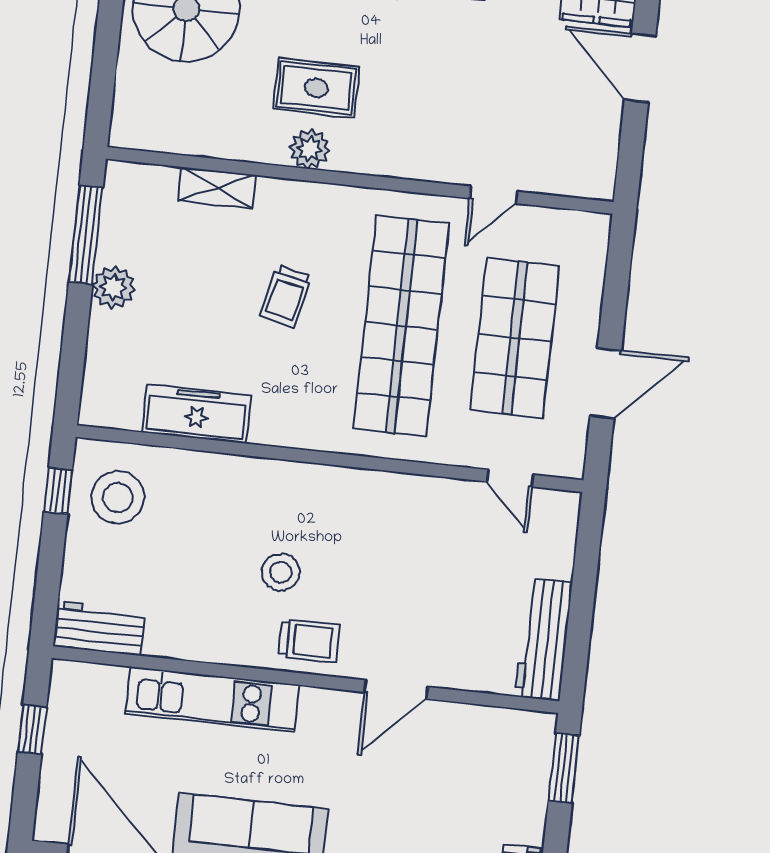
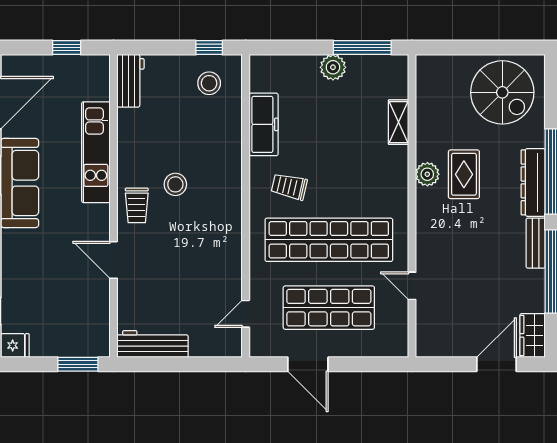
trolley: (286, 296) -> (289, 187), moved
stool: (118, 497) -> (209, 83), width x0.73, depth x0.73

